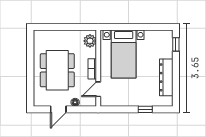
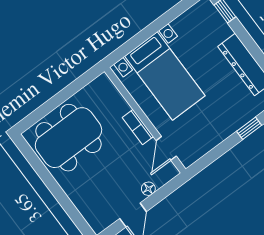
plant: (90, 41) -> (107, 92), removed
dining table: (57, 70) -> (68, 138), moved, turned 90

